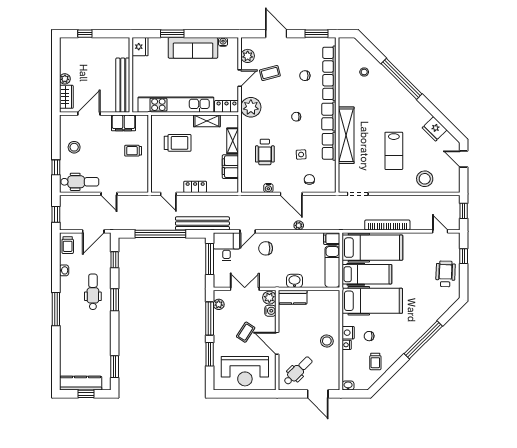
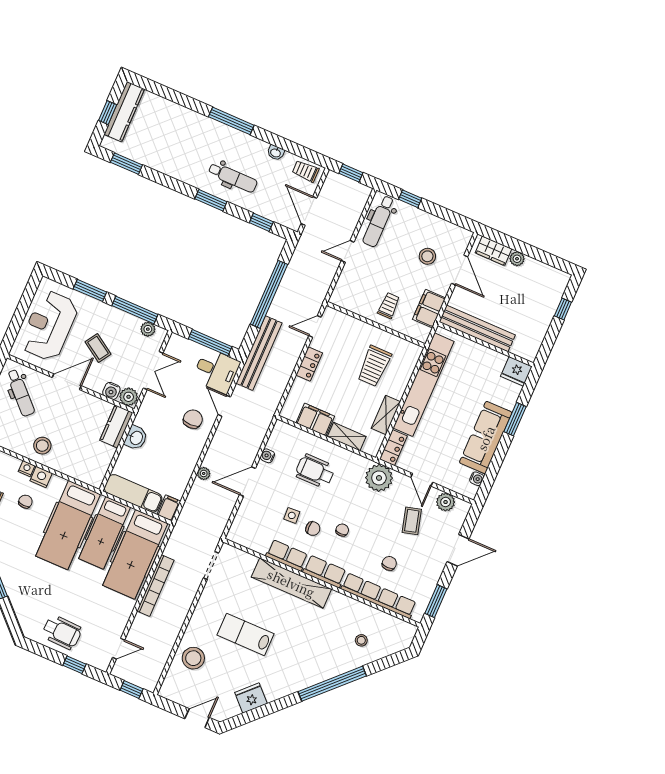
stool: (74, 147) -> (427, 256), moved
chair: (309, 179) -> (313, 529), moved

